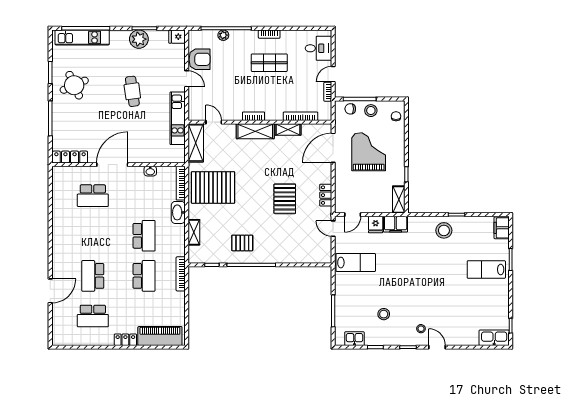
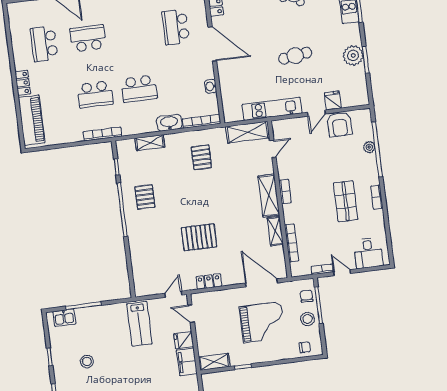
fridge: (177, 37) -> (333, 100), moved
pallet: (213, 187) -> (201, 157), width x0.49, depth x0.50
kitchen sink: (354, 339) -> (64, 318), moved, turned 90

